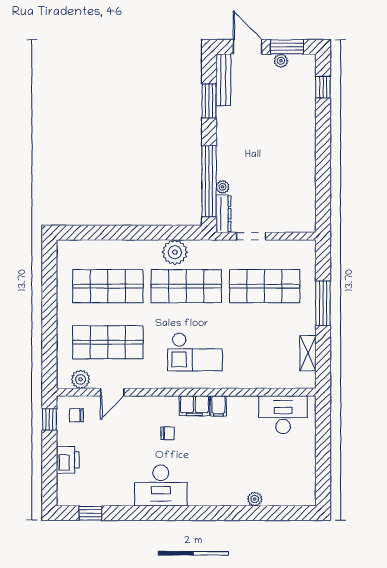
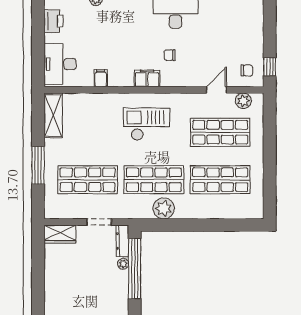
wardrobe: (297, 222) -> (60, 234), added
shelving: (308, 353) -> (53, 115), width x1.50, depth x1.33
filing cabinet: (218, 406) -> (101, 78), moved
desk: (283, 415) -> (60, 64), moved, turned 90
printer: (68, 460) -> (54, 21), moved, turned 180

